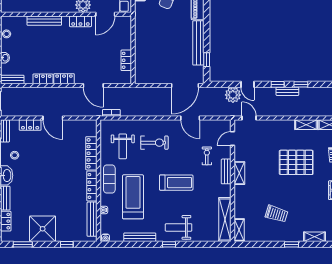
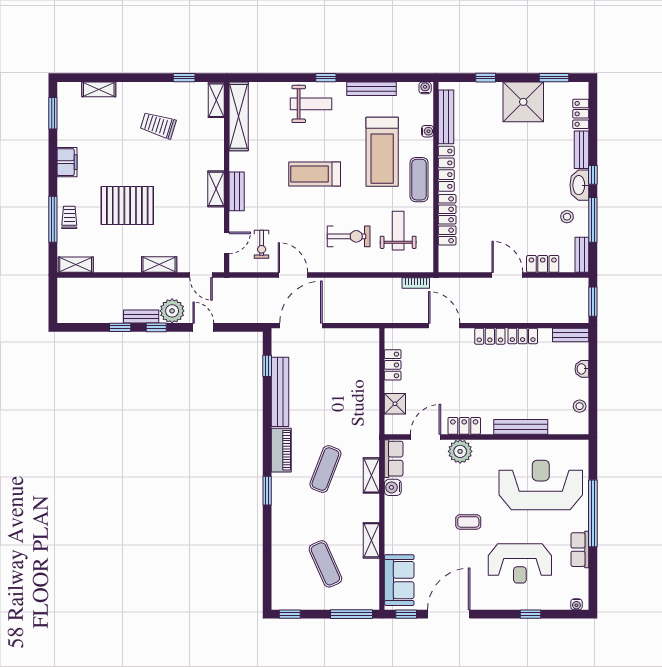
shower: (125, 35) -> (395, 404), added
plant: (233, 95) -> (172, 311), moved
shelving: (306, 125) -> (159, 265), moved
exercise bike: (154, 143) -> (349, 236), turned 180
exercise bike: (207, 156) -> (262, 244), moved
window: (291, 244) -> (184, 78), moved

